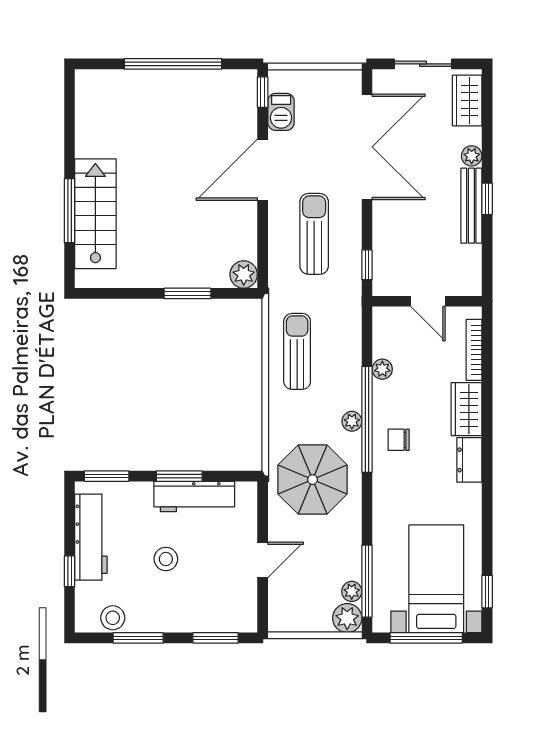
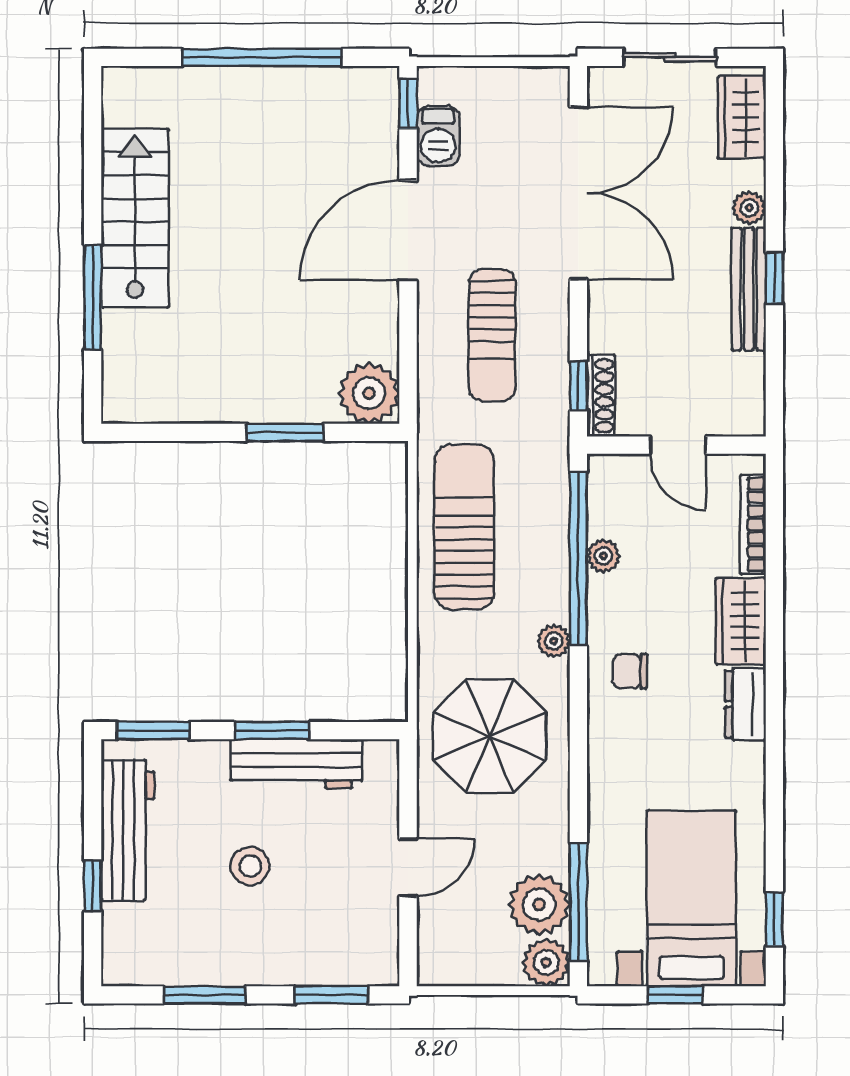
stairs: (95, 214) -> (135, 218), moved
sun lounger: (314, 234) -> (492, 335), turned 180
shoe rack: (381, 271) -> (601, 396), added
plant: (244, 274) -> (369, 393), width x1.36, depth x1.36
sun lounger: (297, 351) -> (464, 527), width x1.36, depth x1.34
window: (367, 419) -> (578, 559), moved
plant: (352, 591) -> (539, 905), width x1.88, depth x1.88
stool: (113, 618) -> (163, 962), removed
window: (426, 638) -> (675, 995), width x0.46

